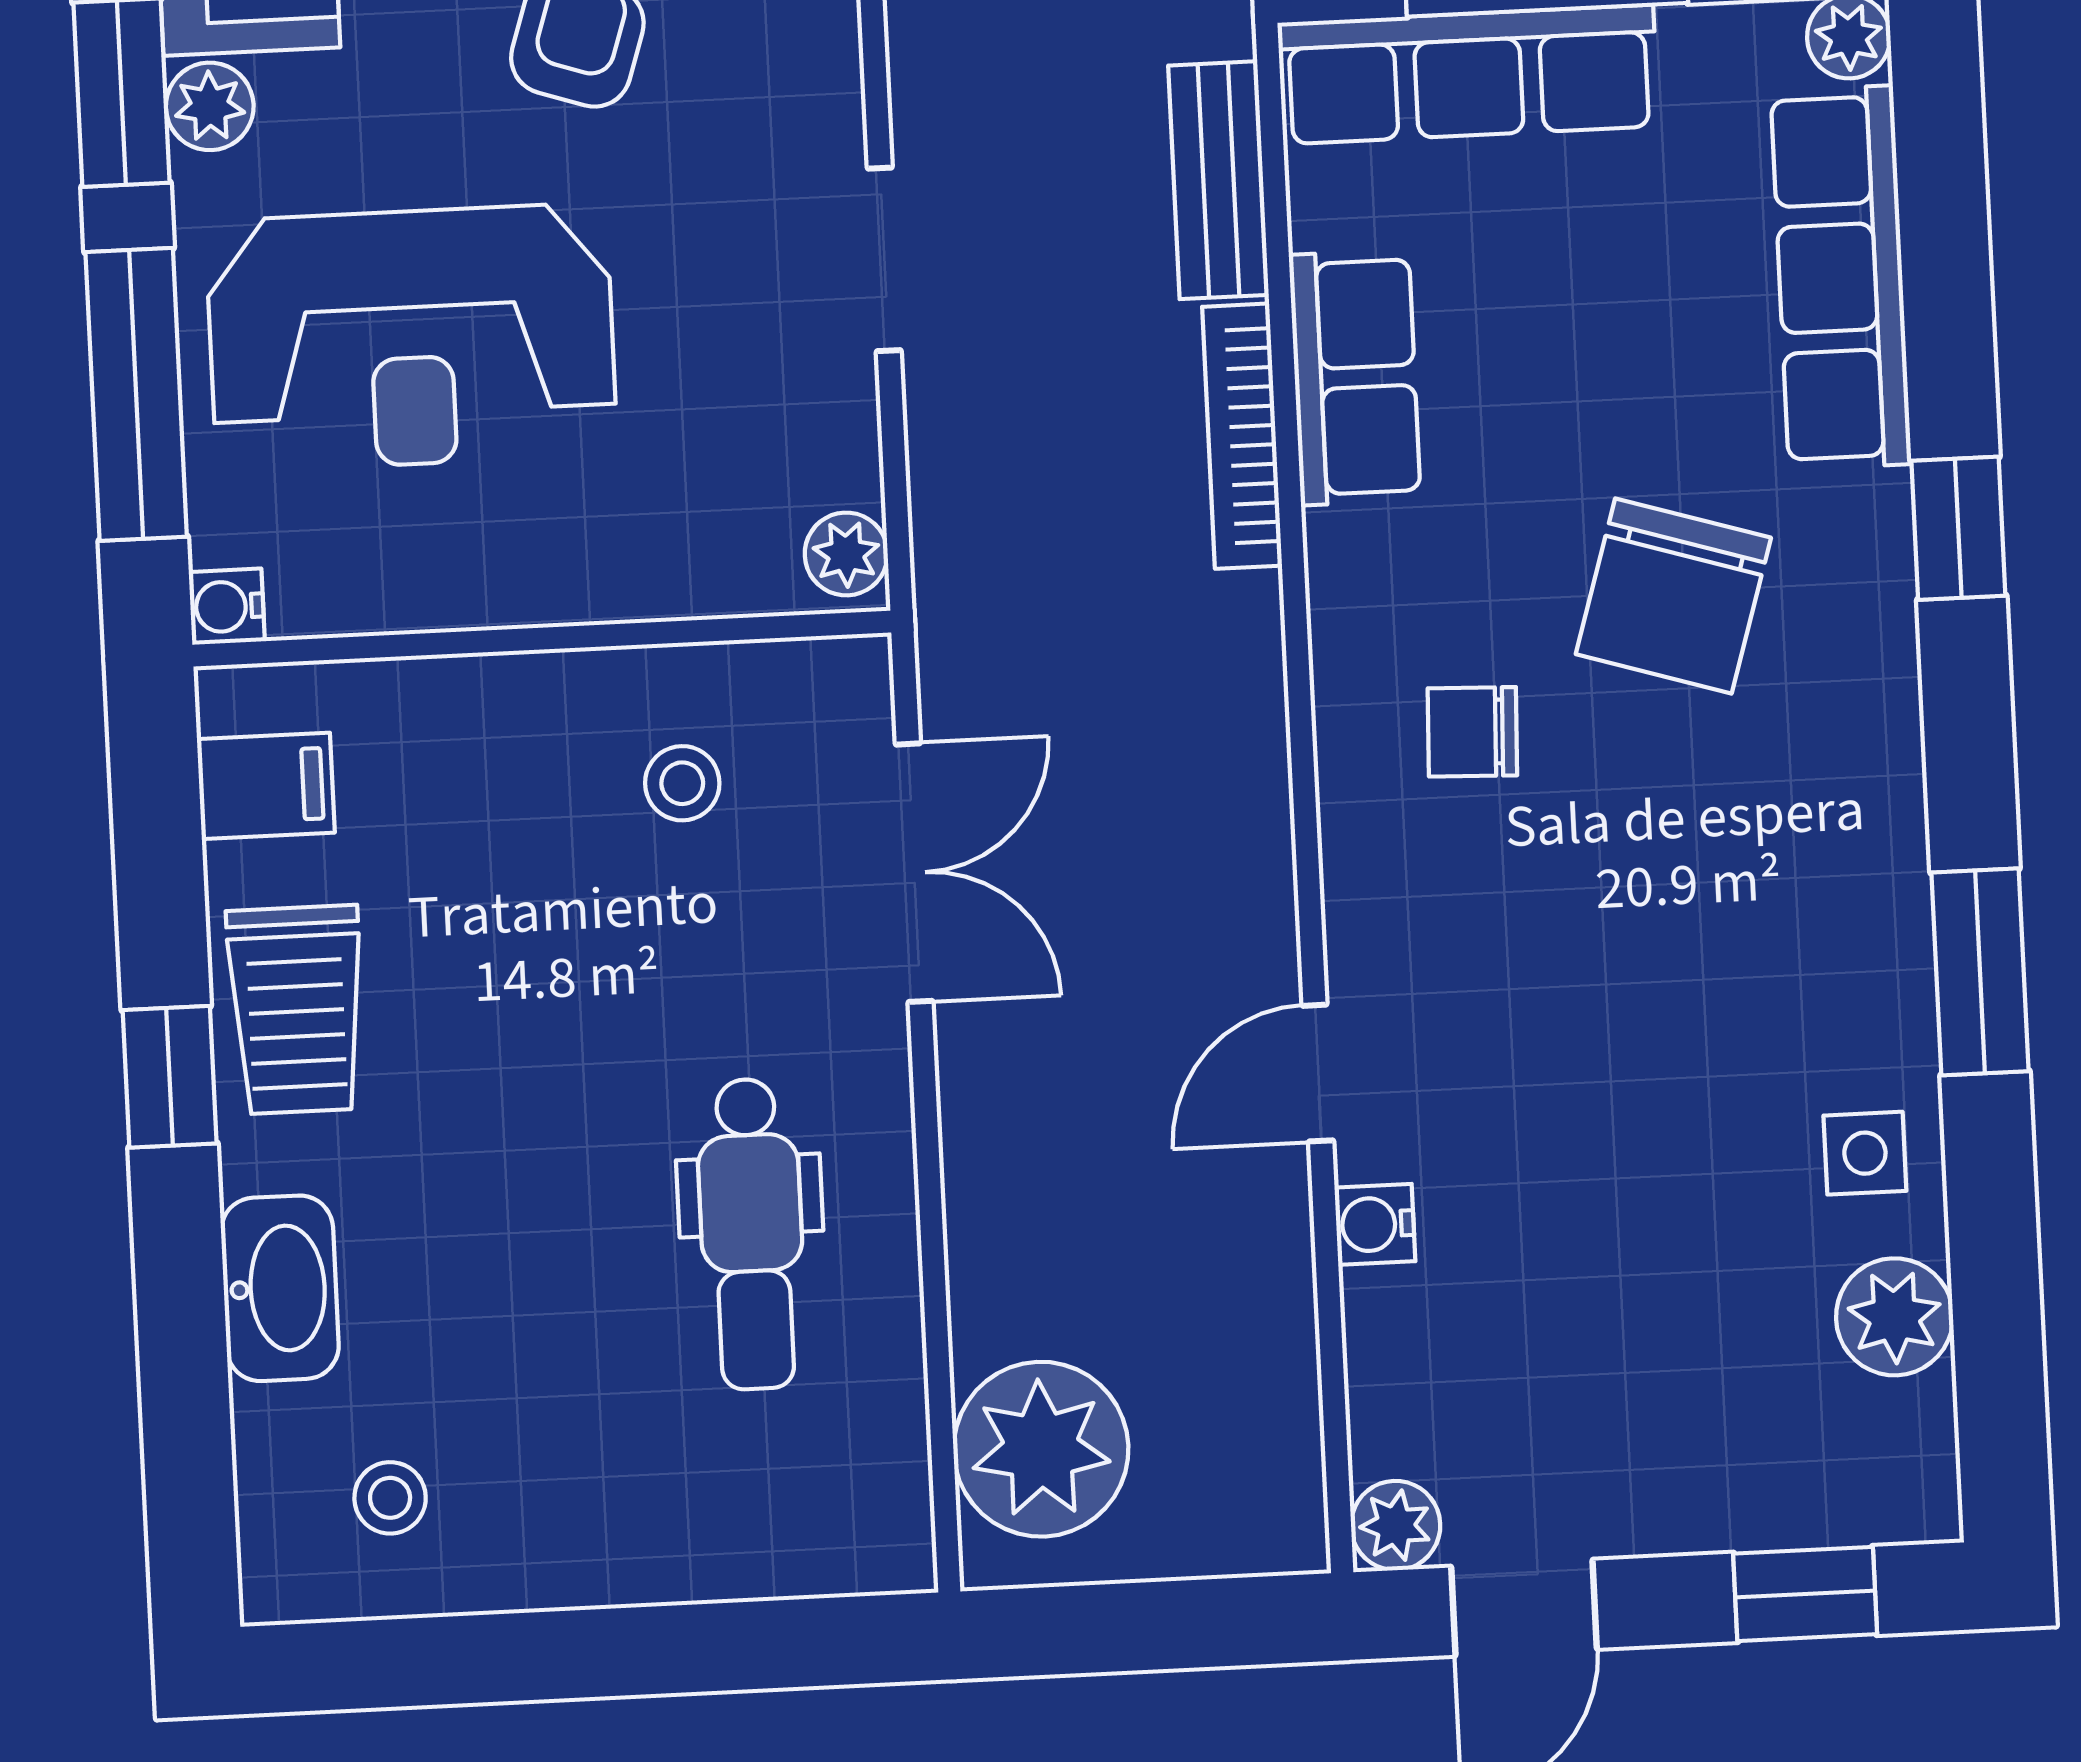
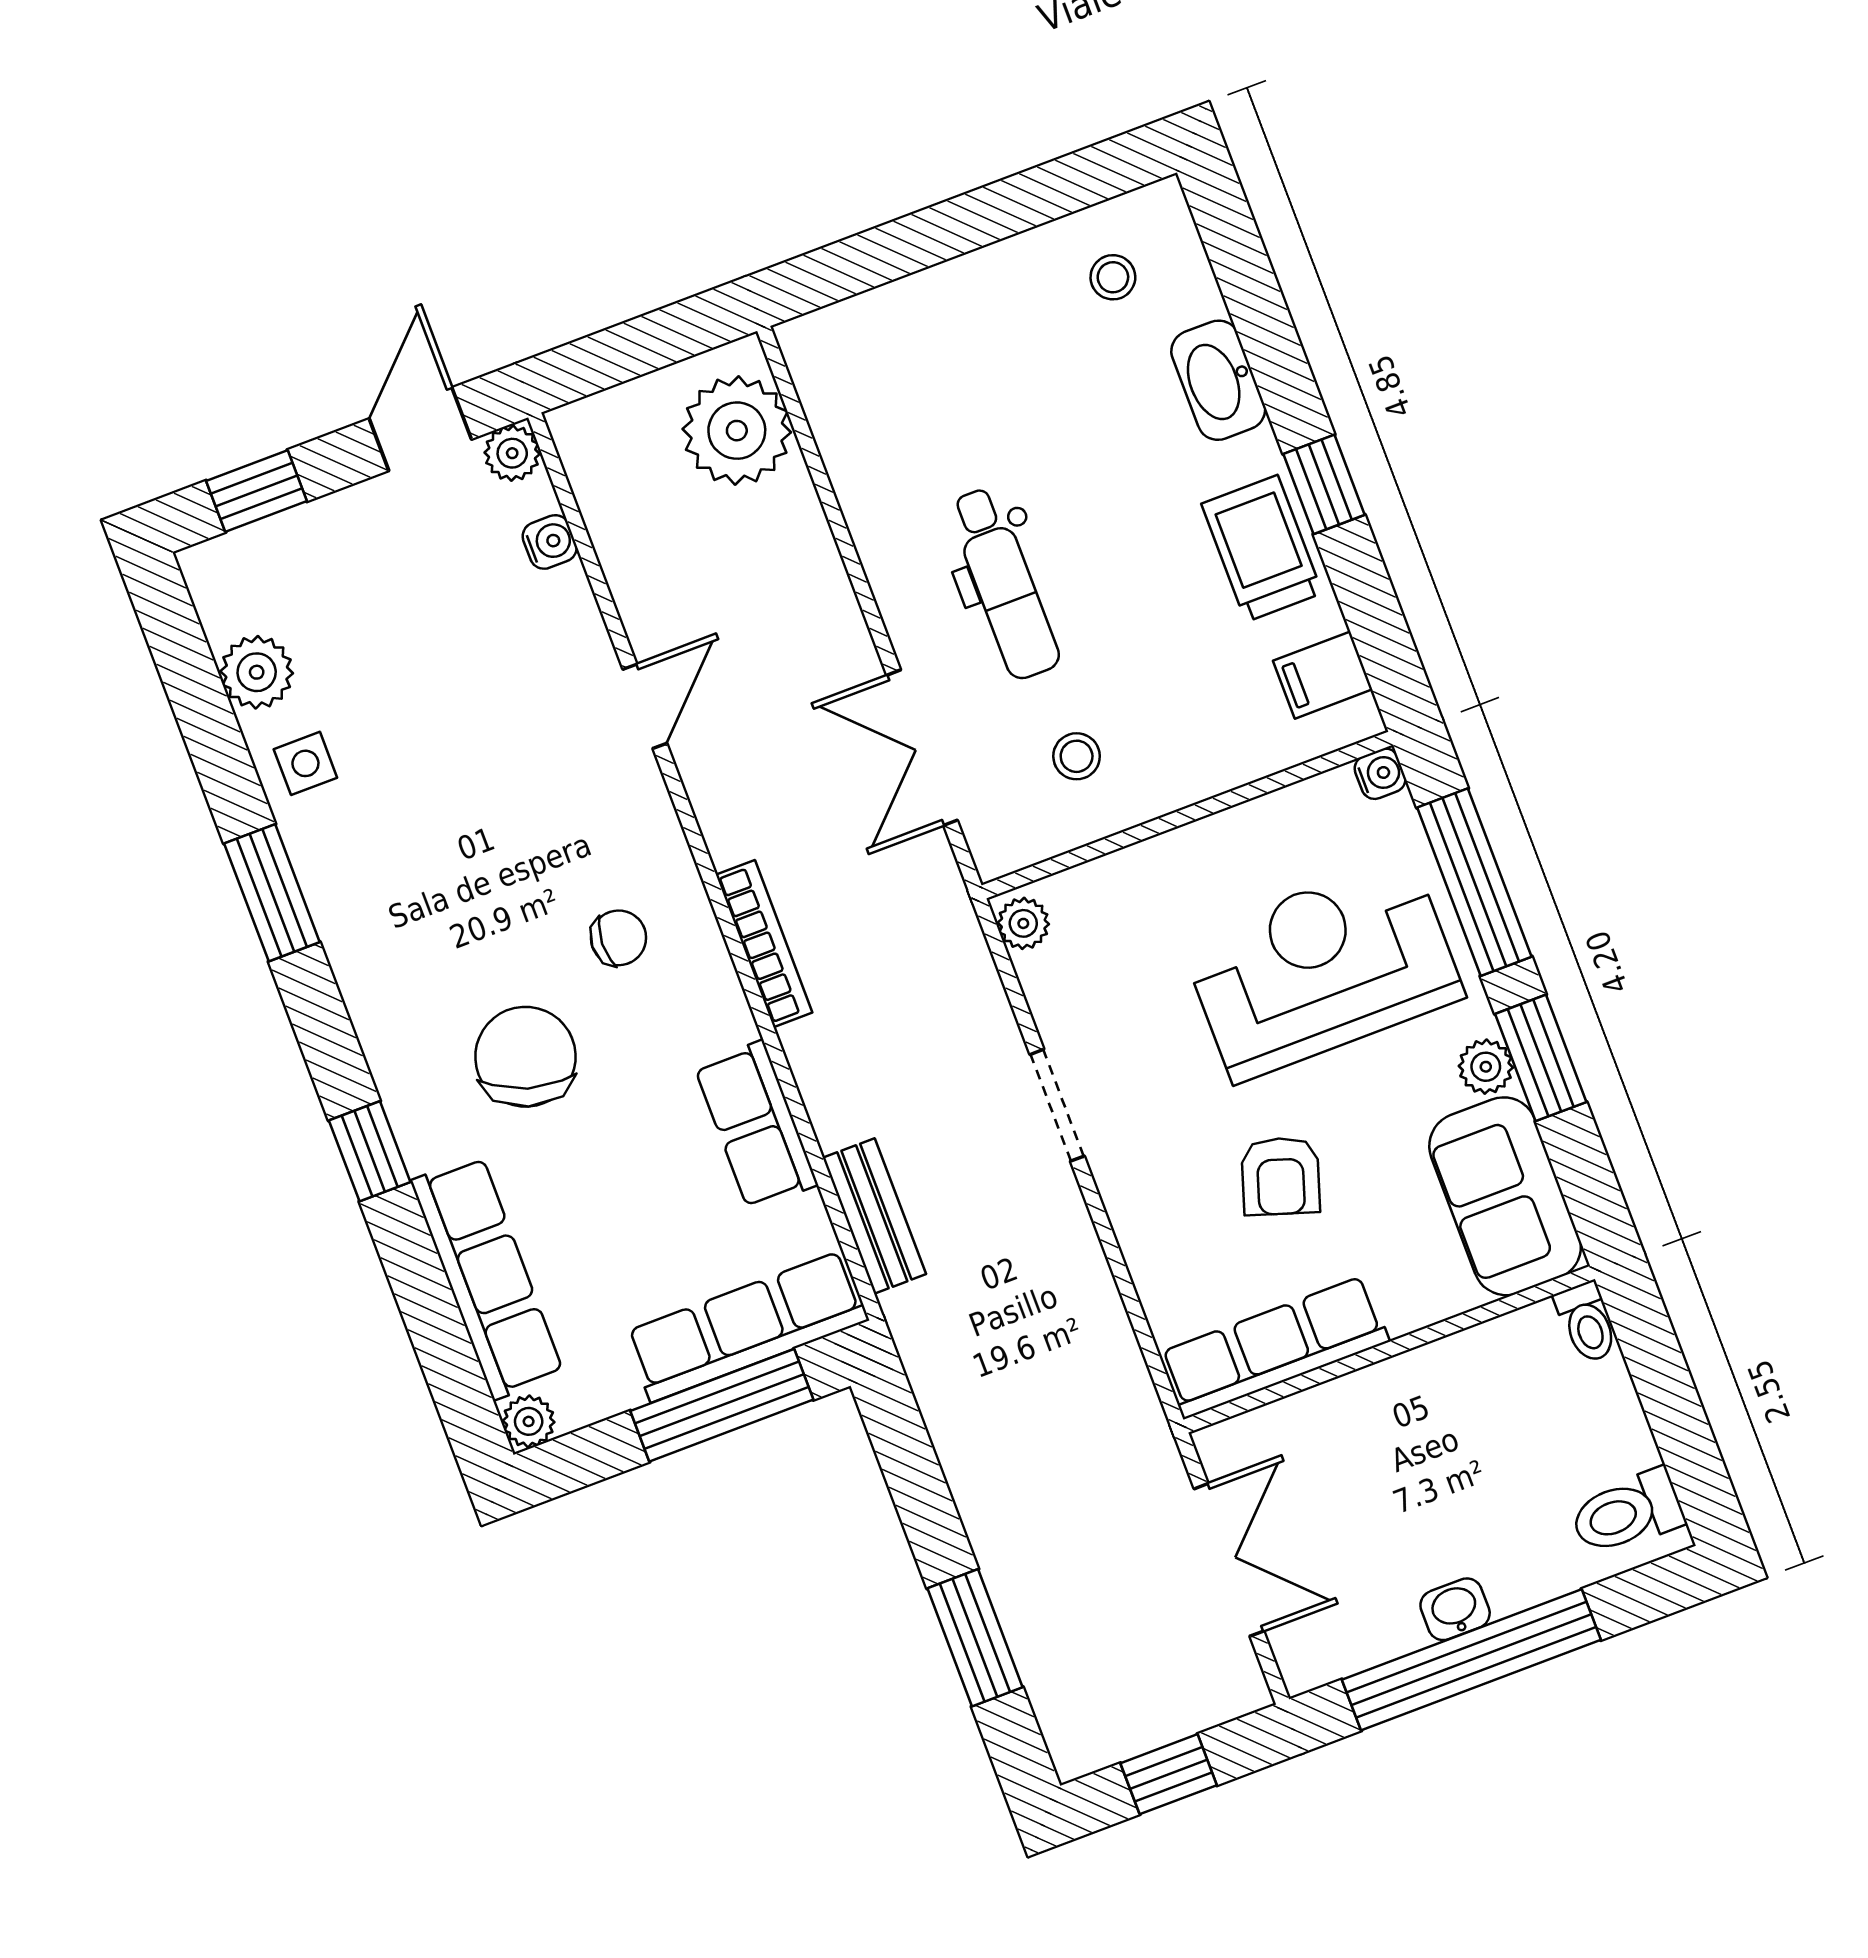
bookcase: (1242, 436) -> (764, 944), moved
water cooler: (1375, 1224) -> (550, 542), moved
dental chair: (752, 1234) -> (1004, 583), moved, turned 180

